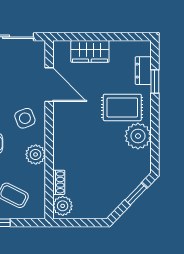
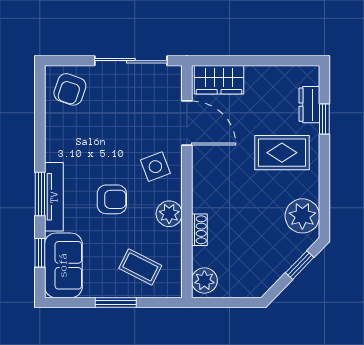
wardrobe: (90, 51) -> (219, 80), moved
plant: (138, 136) -> (302, 216), moved
shoe rack: (59, 182) -> (199, 230), moved

